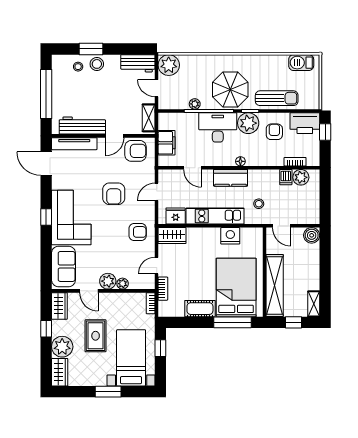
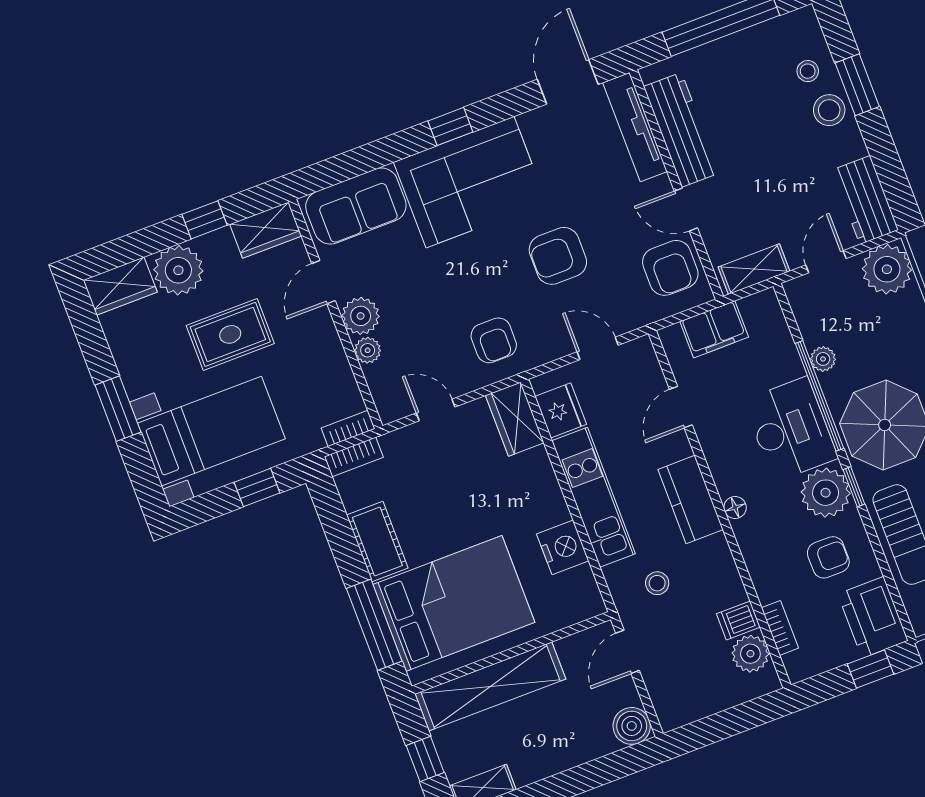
bookcase: (163, 289) -> (354, 457), moved

